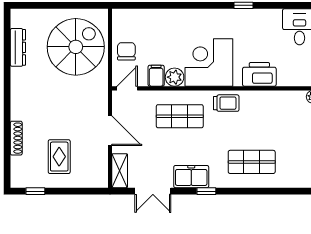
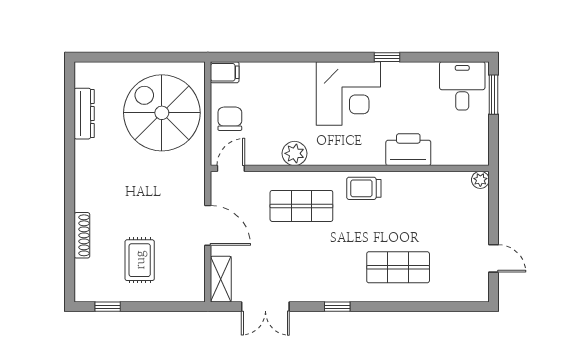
spiral stairs: (76, 47) -> (162, 113), turned -90
corner desk: (209, 62) -> (348, 94), moved, turned 180
filing cabinet: (156, 76) -> (225, 72), moved, turned 90
trolley: (226, 103) -> (364, 188), turned 180
freezer: (191, 177) -> (317, 287), removed

